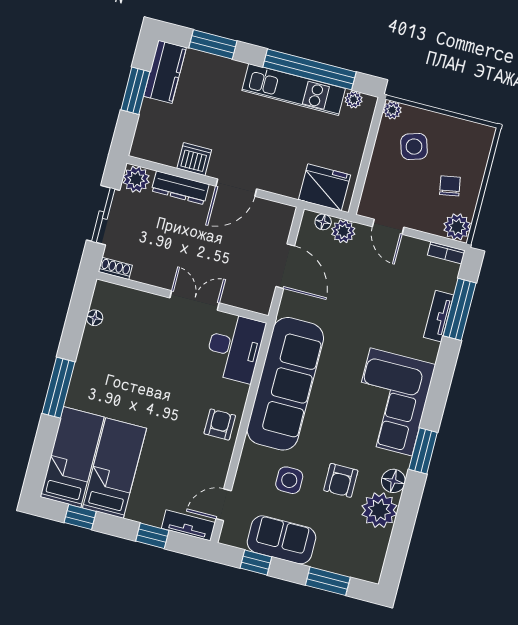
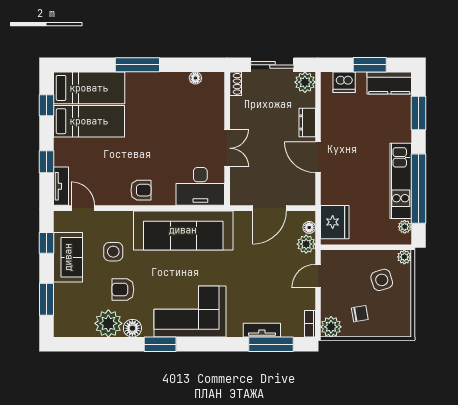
dishwasher: (194, 159) -> (344, 82), moved, turned 90
dresser: (180, 188) -> (307, 122), width x0.70

